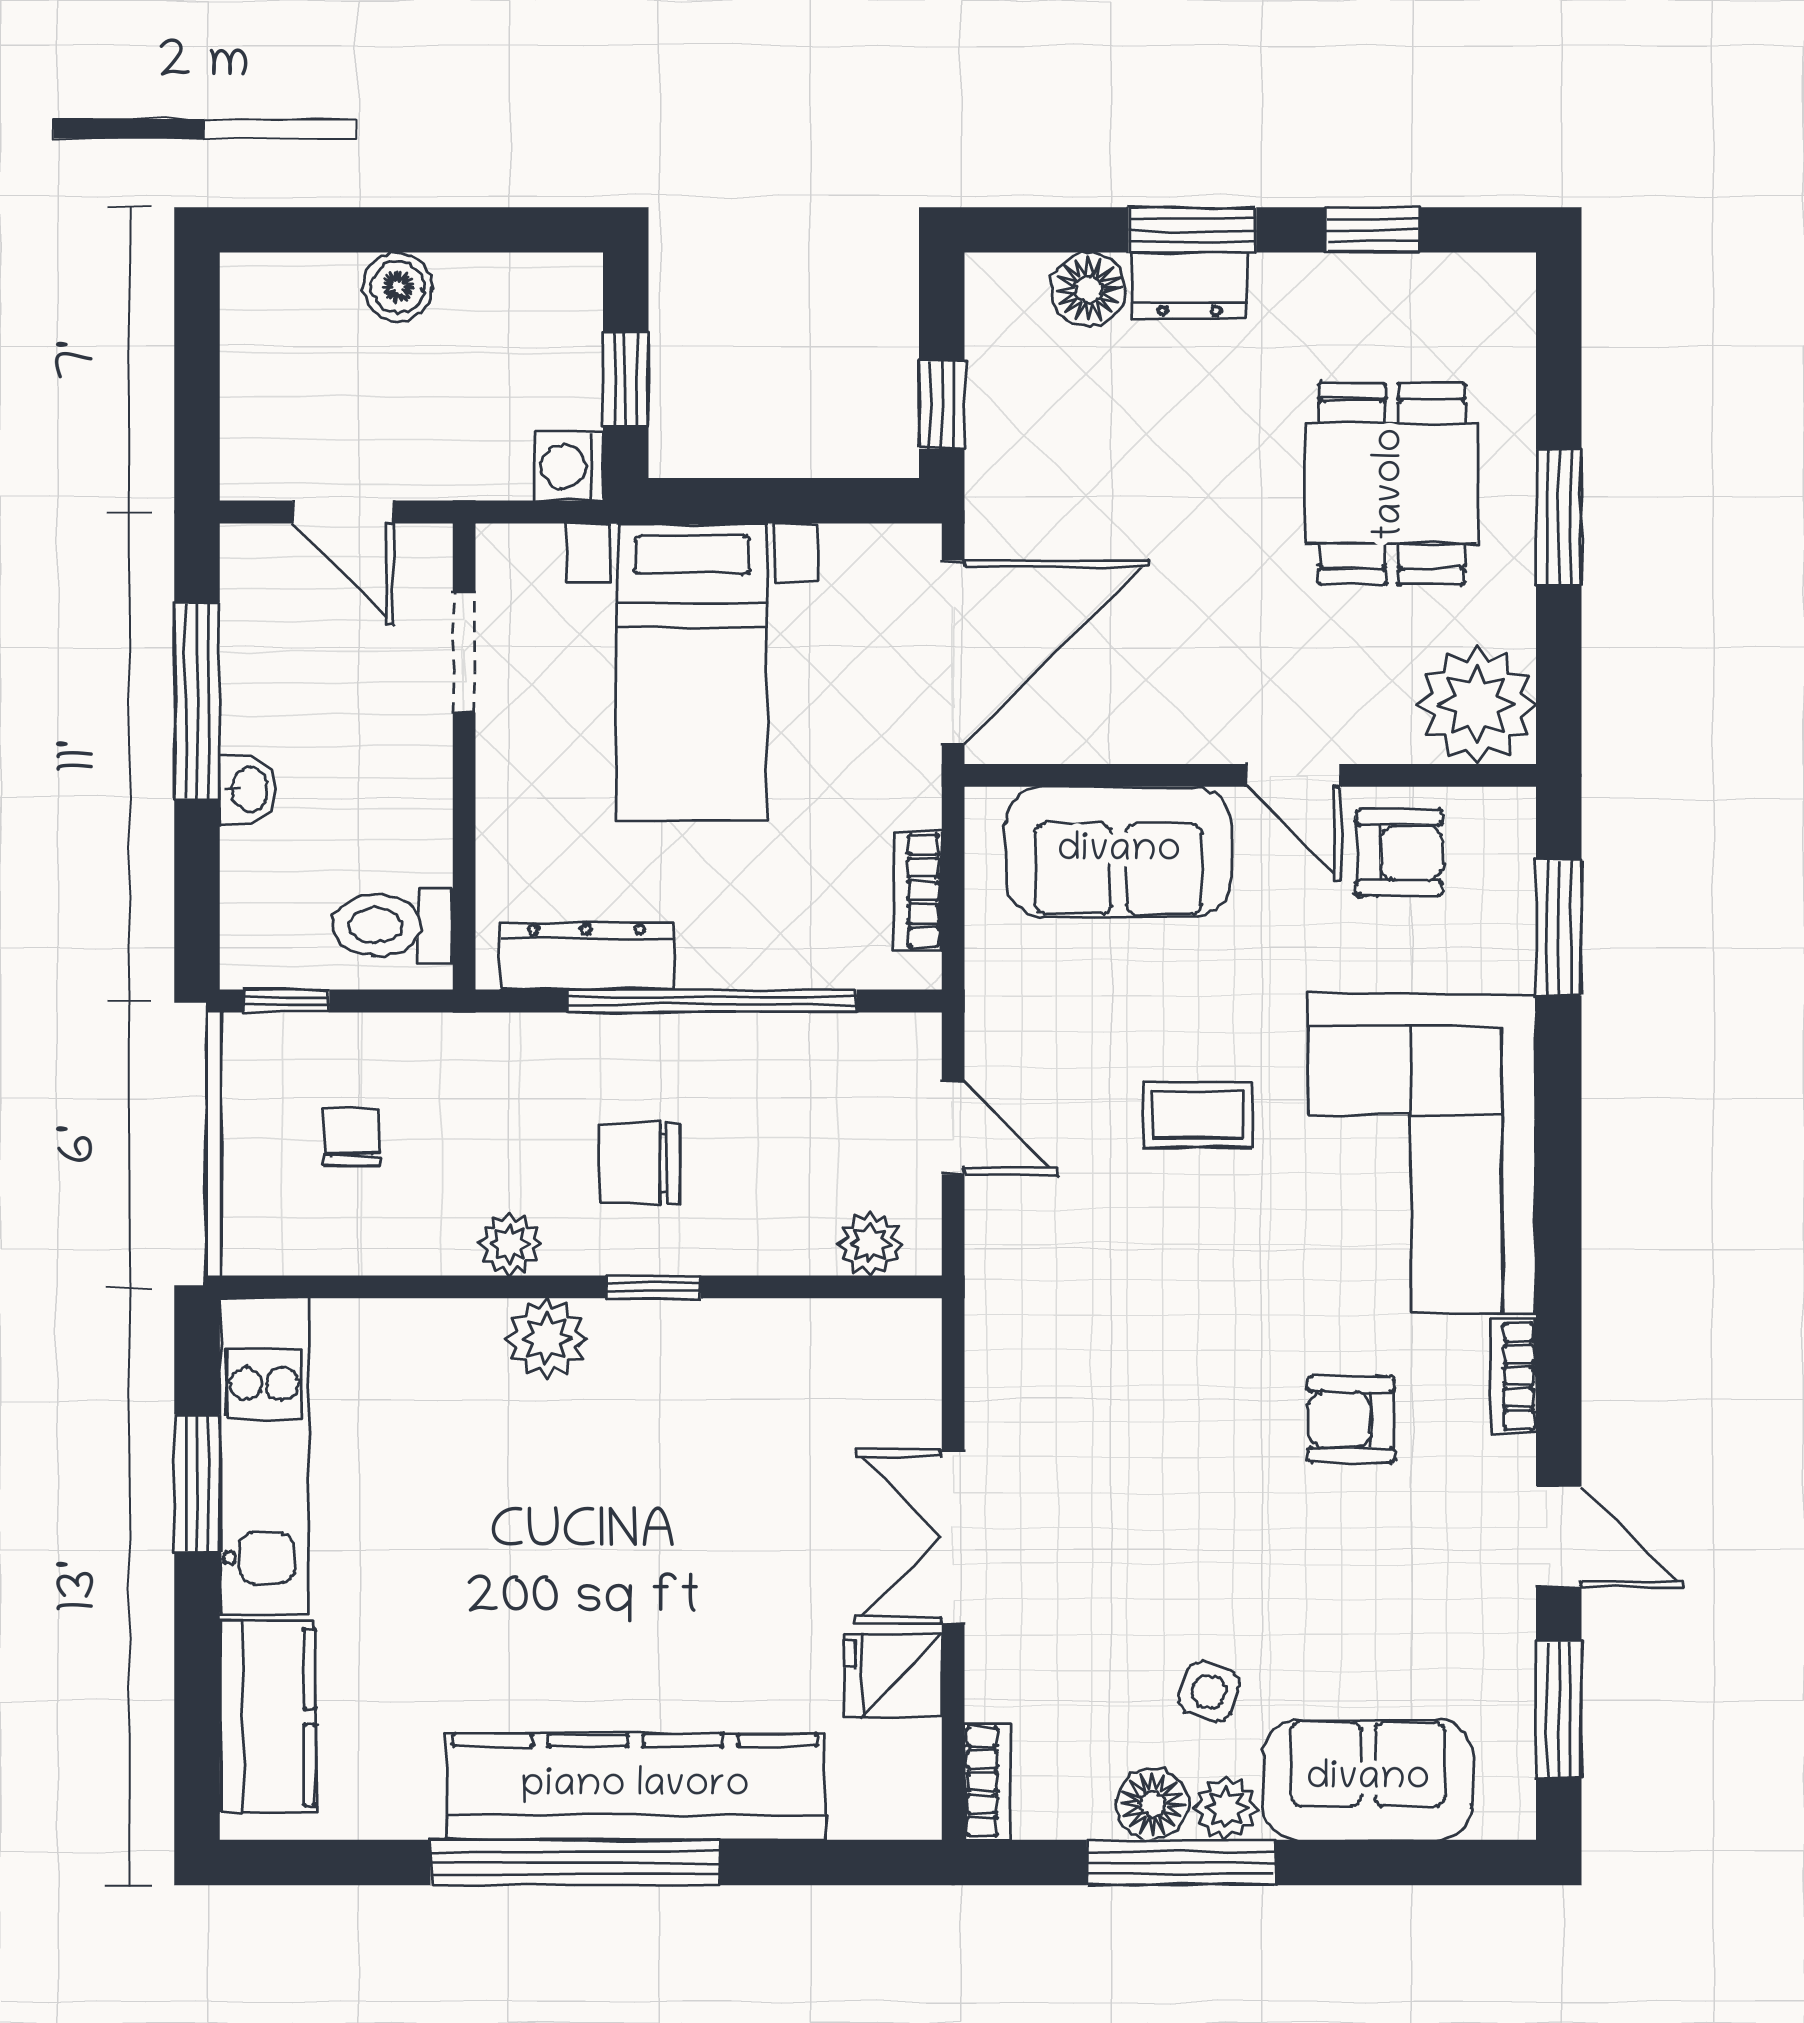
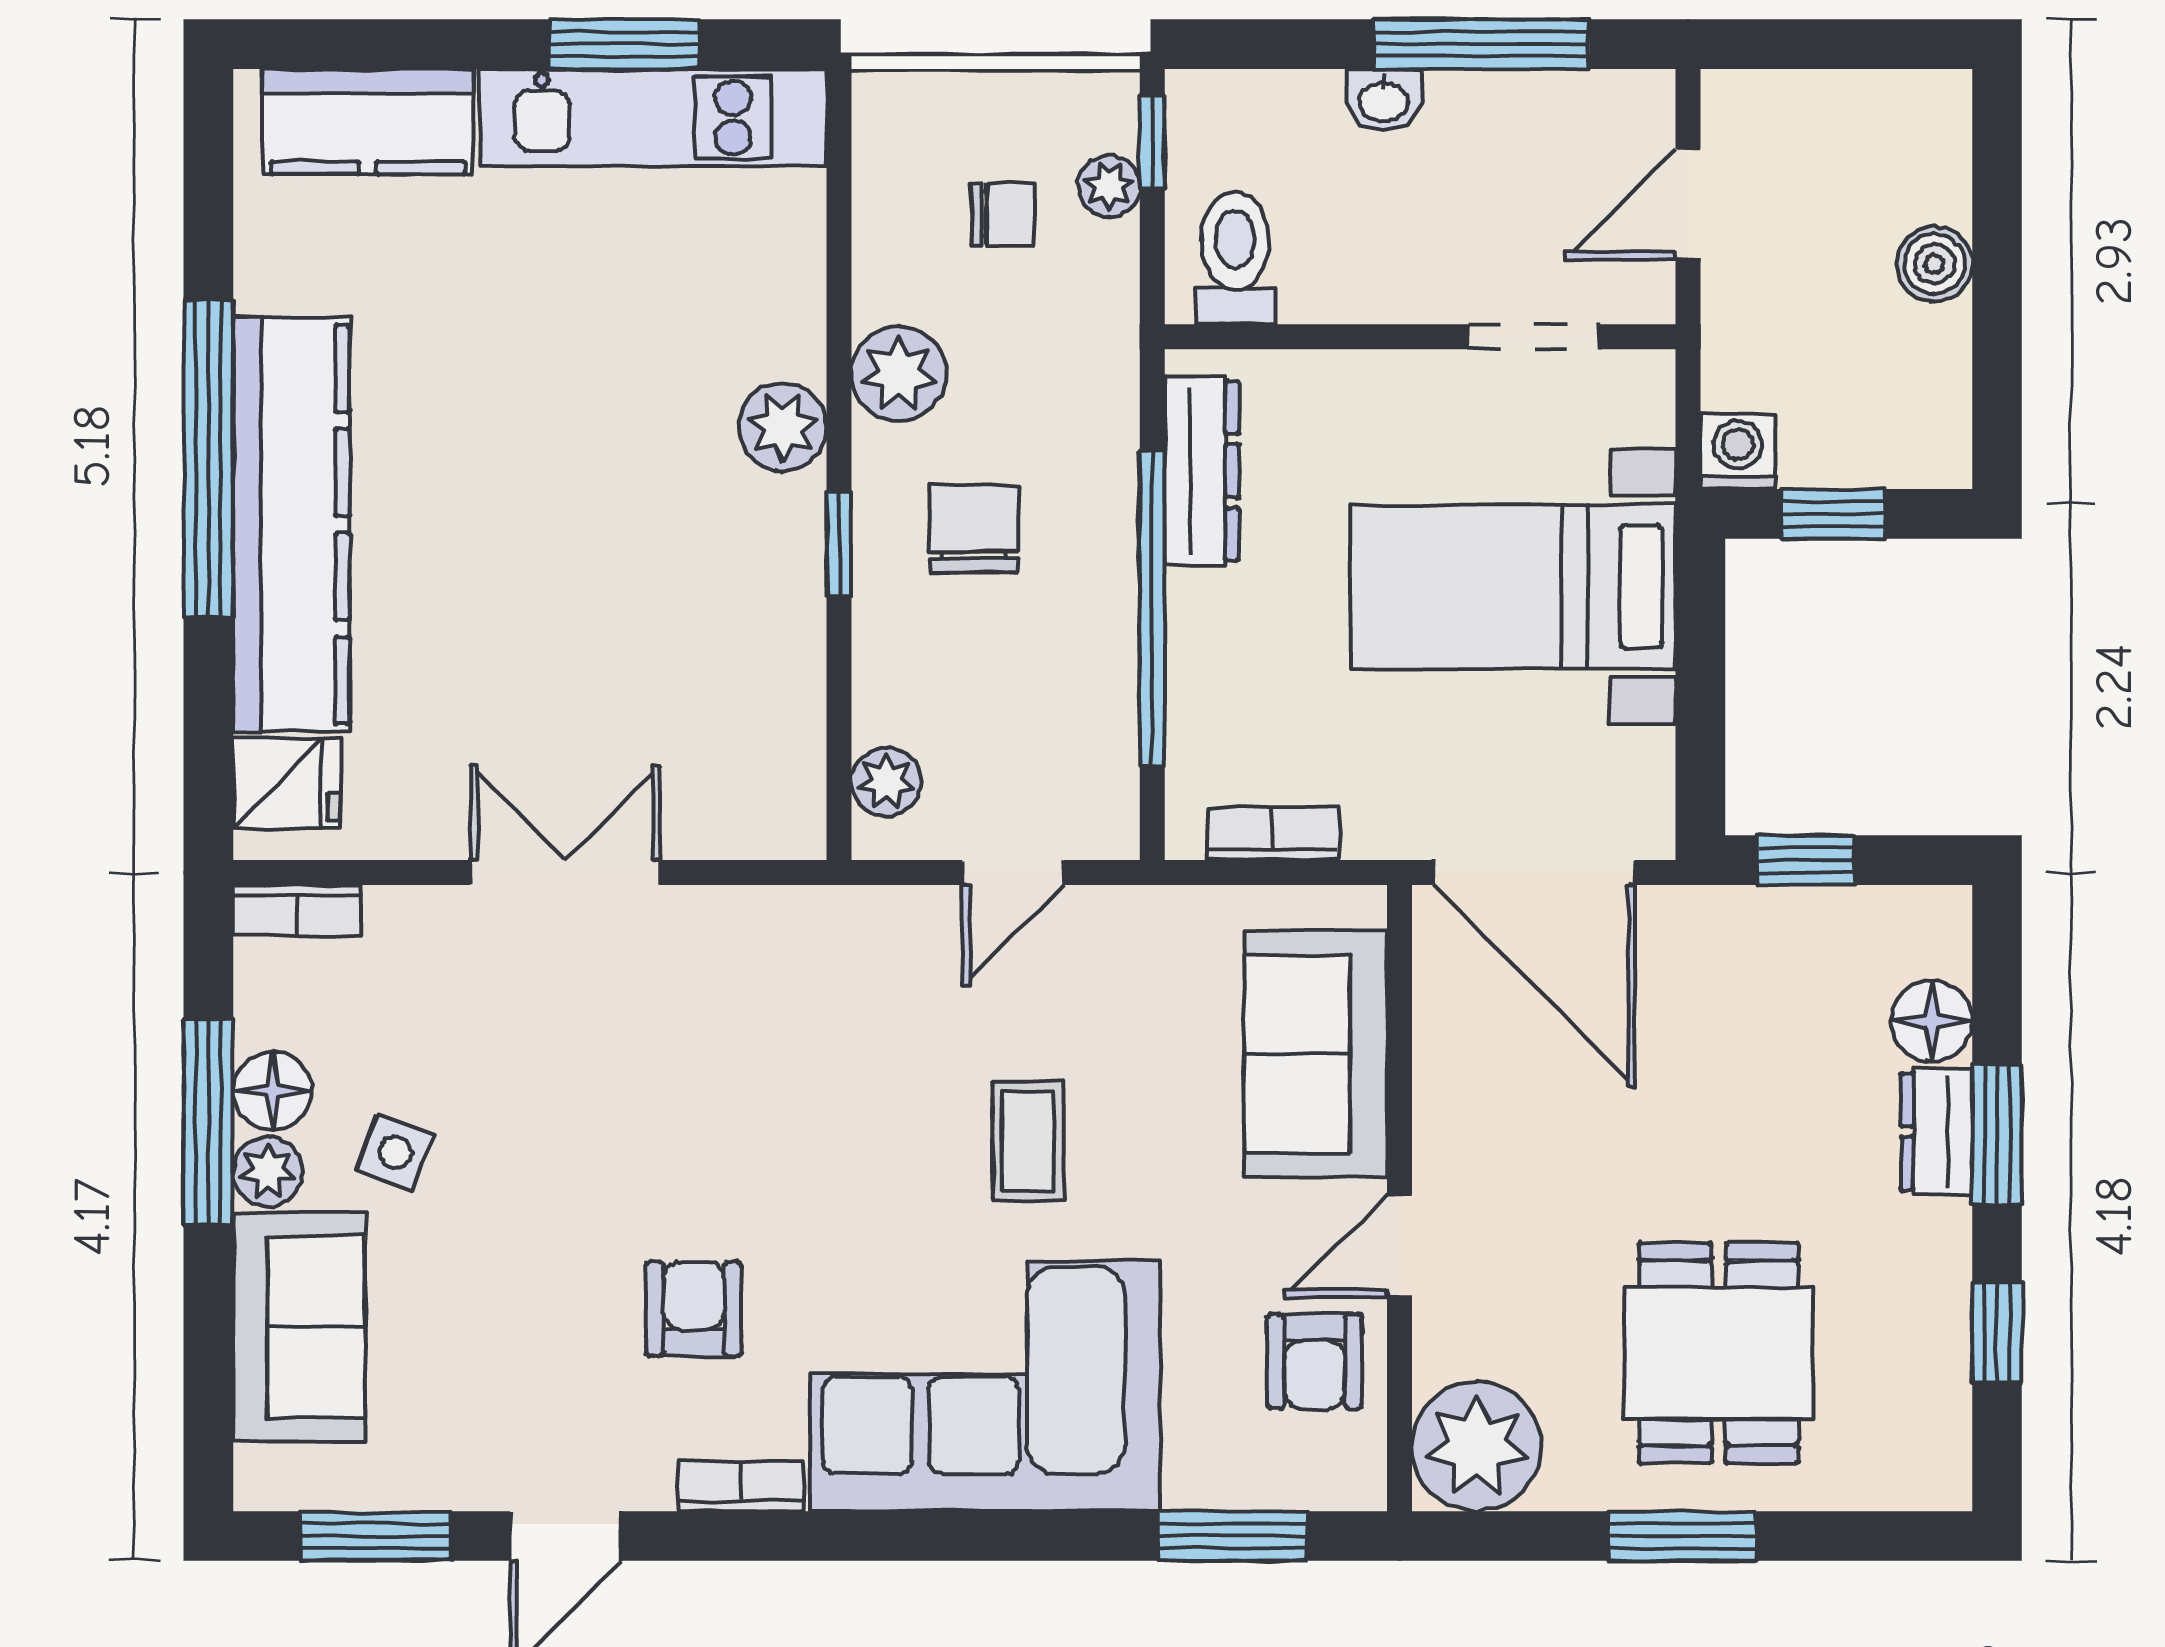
dining table: (1392, 484) -> (1719, 1353), turned 90
plant: (326, 1040) -> (1109, 186), added
plant: (510, 1244) -> (899, 374), width x1.38, depth x1.38
fridge: (893, 1675) -> (287, 784), moved, turned 90

